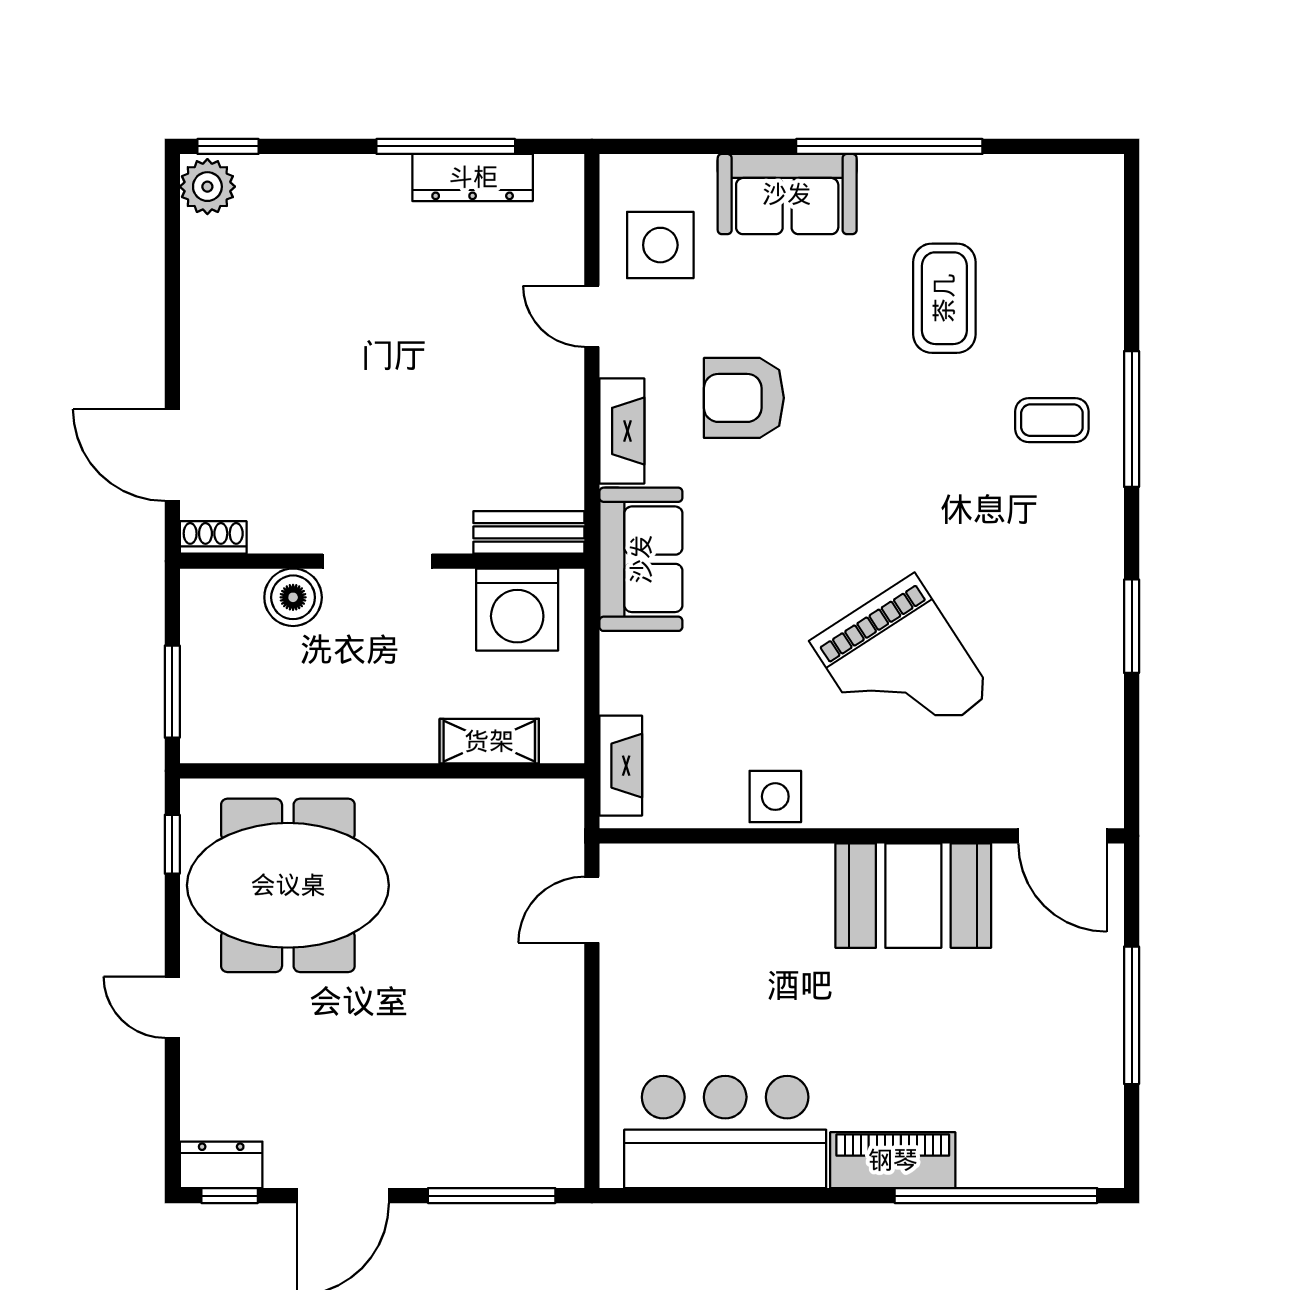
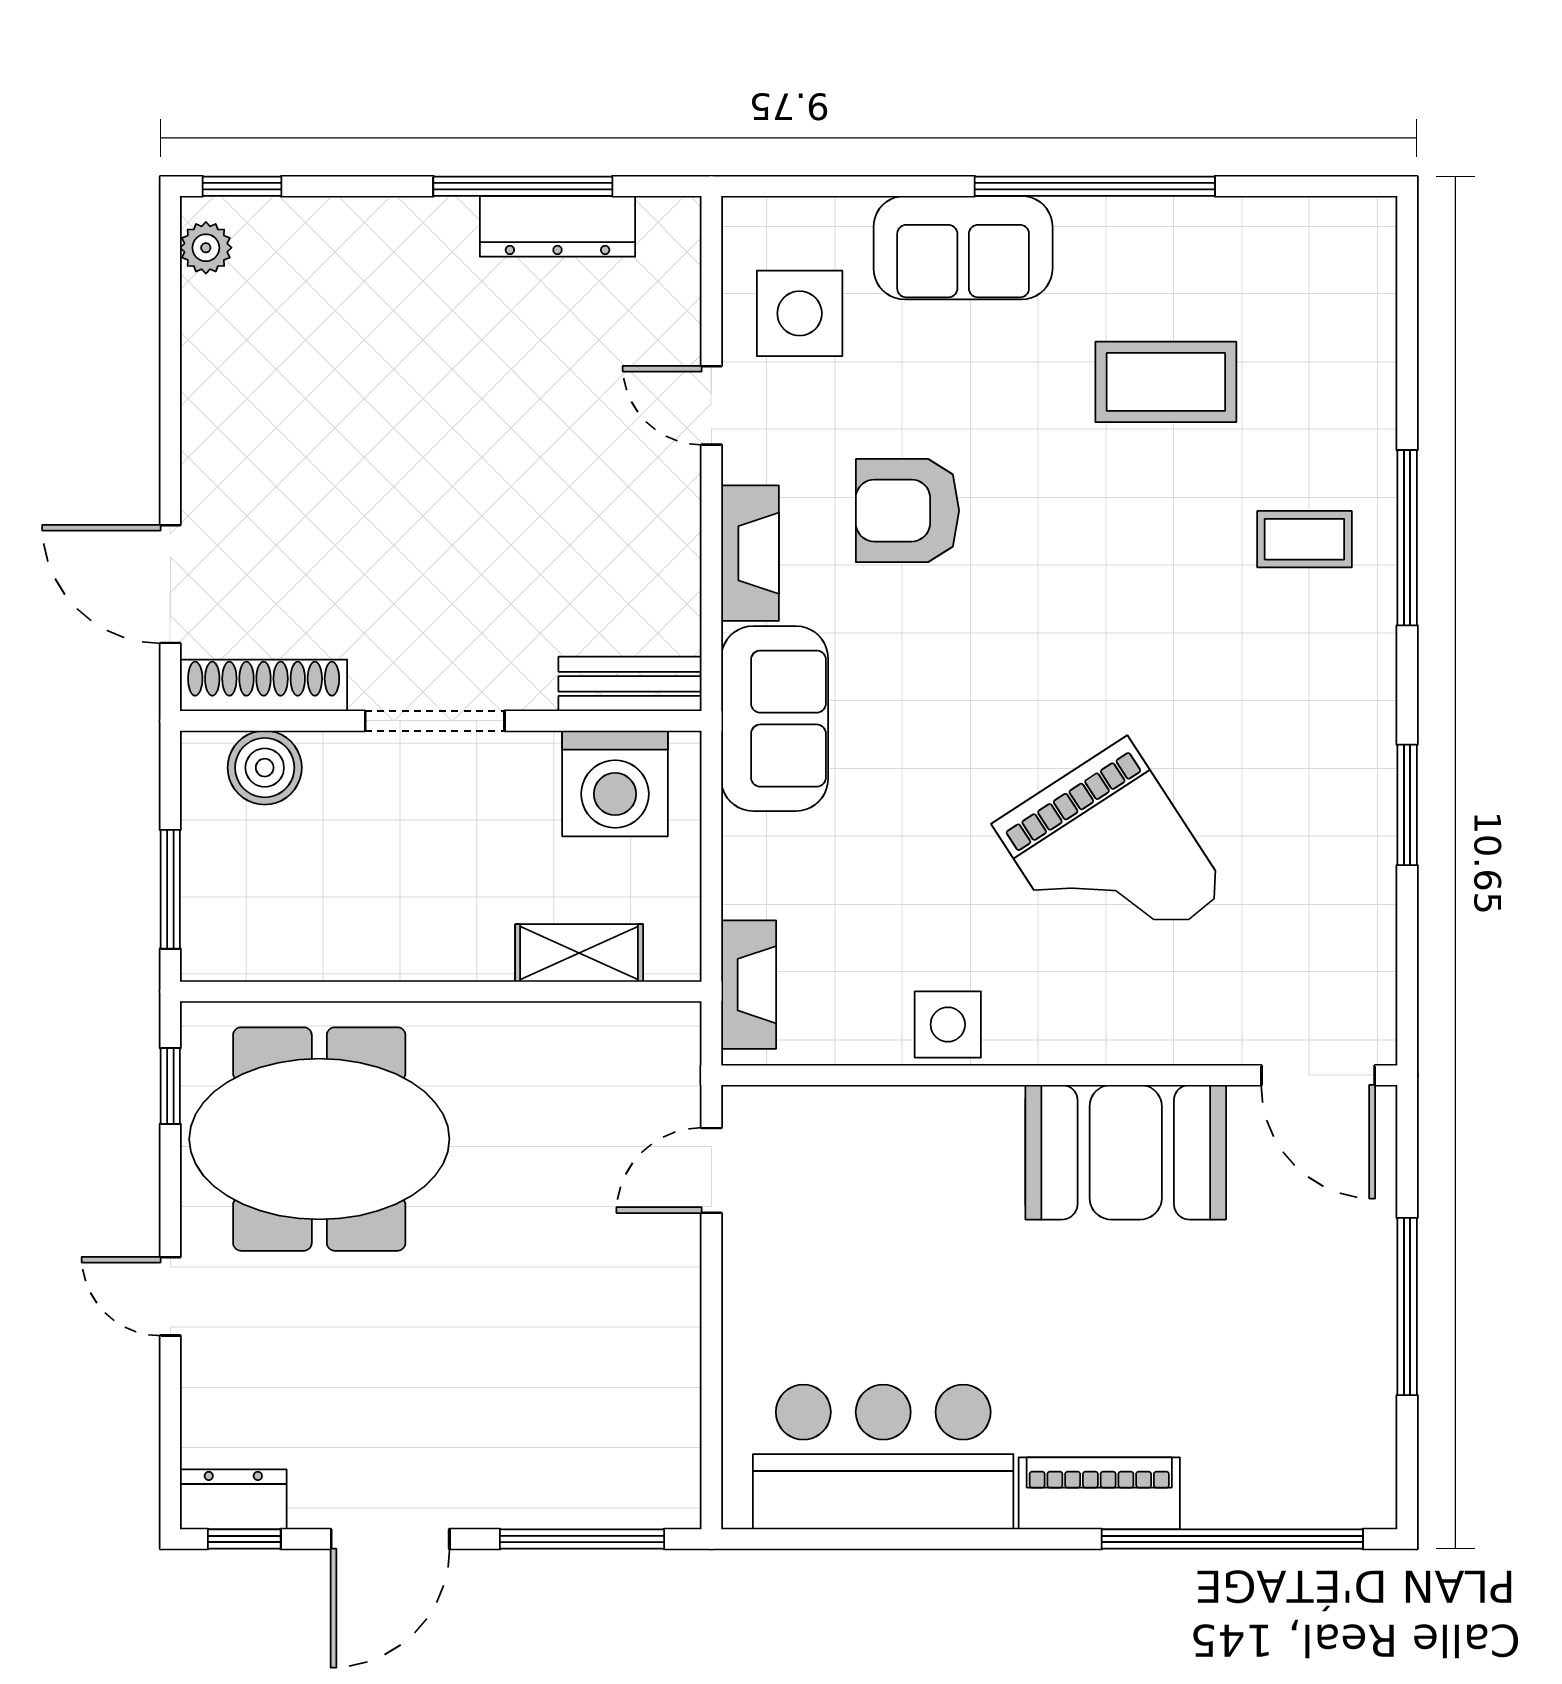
plant: (207, 187) -> (206, 248), width x0.73, depth x0.73
coffee table: (944, 298) -> (1166, 382), turned 90
shoe rack: (213, 537) -> (264, 685), width x1.94, depth x1.24
boiler: (293, 597) -> (265, 768), moved

